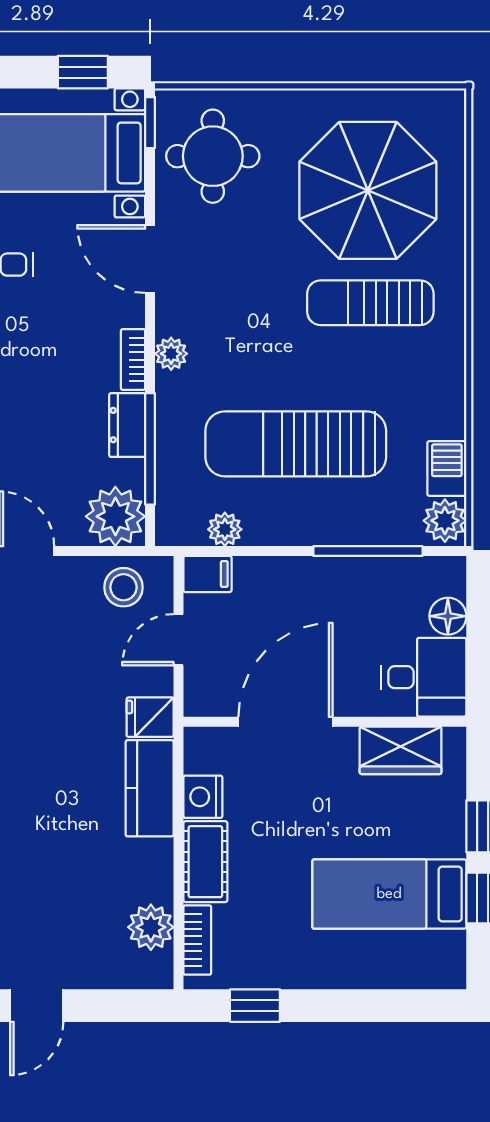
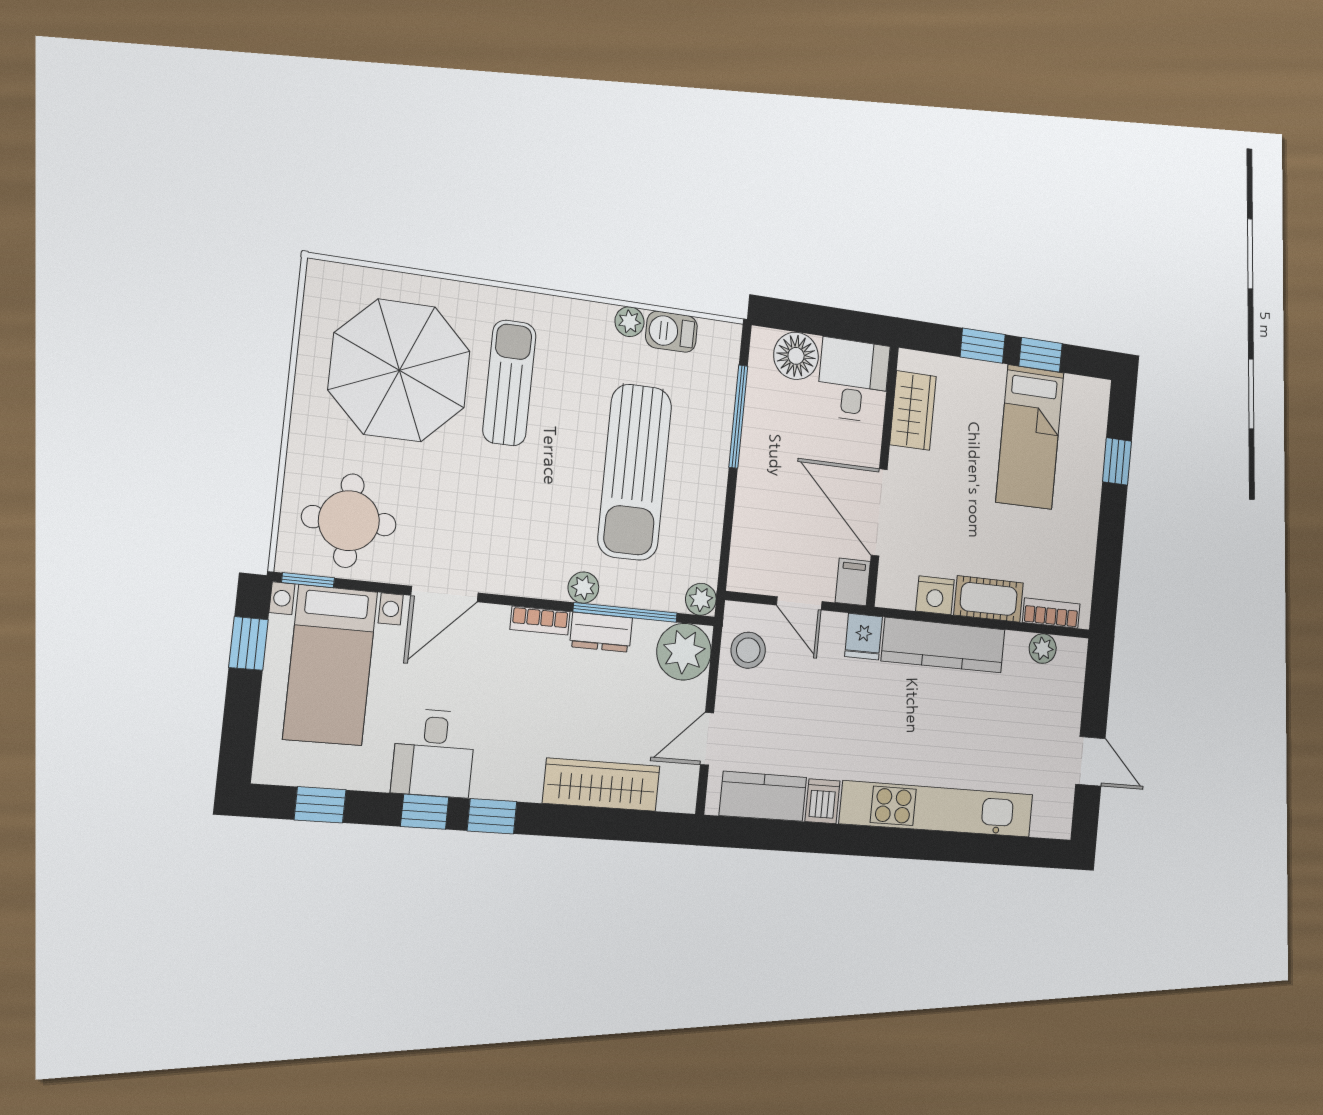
sun lounger: (370, 303) -> (509, 383), turned 180
plant: (171, 354) -> (583, 588), moved
plant: (445, 521) -> (629, 322), moved, width x0.73, depth x0.73
plant: (225, 529) -> (701, 599), moved
filing cabinet: (207, 574) -> (853, 582), moved
floor lamp: (448, 616) -> (796, 356), width x1.38, depth x1.38
kitchen counter: (150, 788) -> (943, 645), width x1.50
plant: (151, 927) -> (1043, 649), width x0.73, depth x0.73
window: (255, 1006) -> (1117, 461), moved

